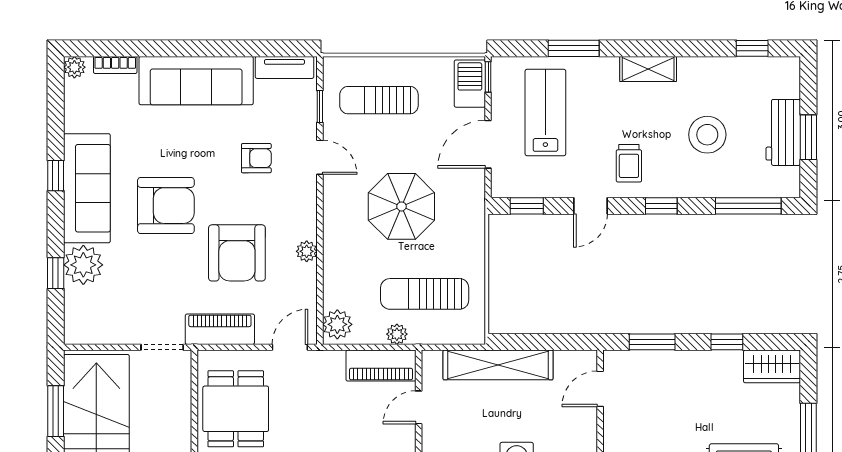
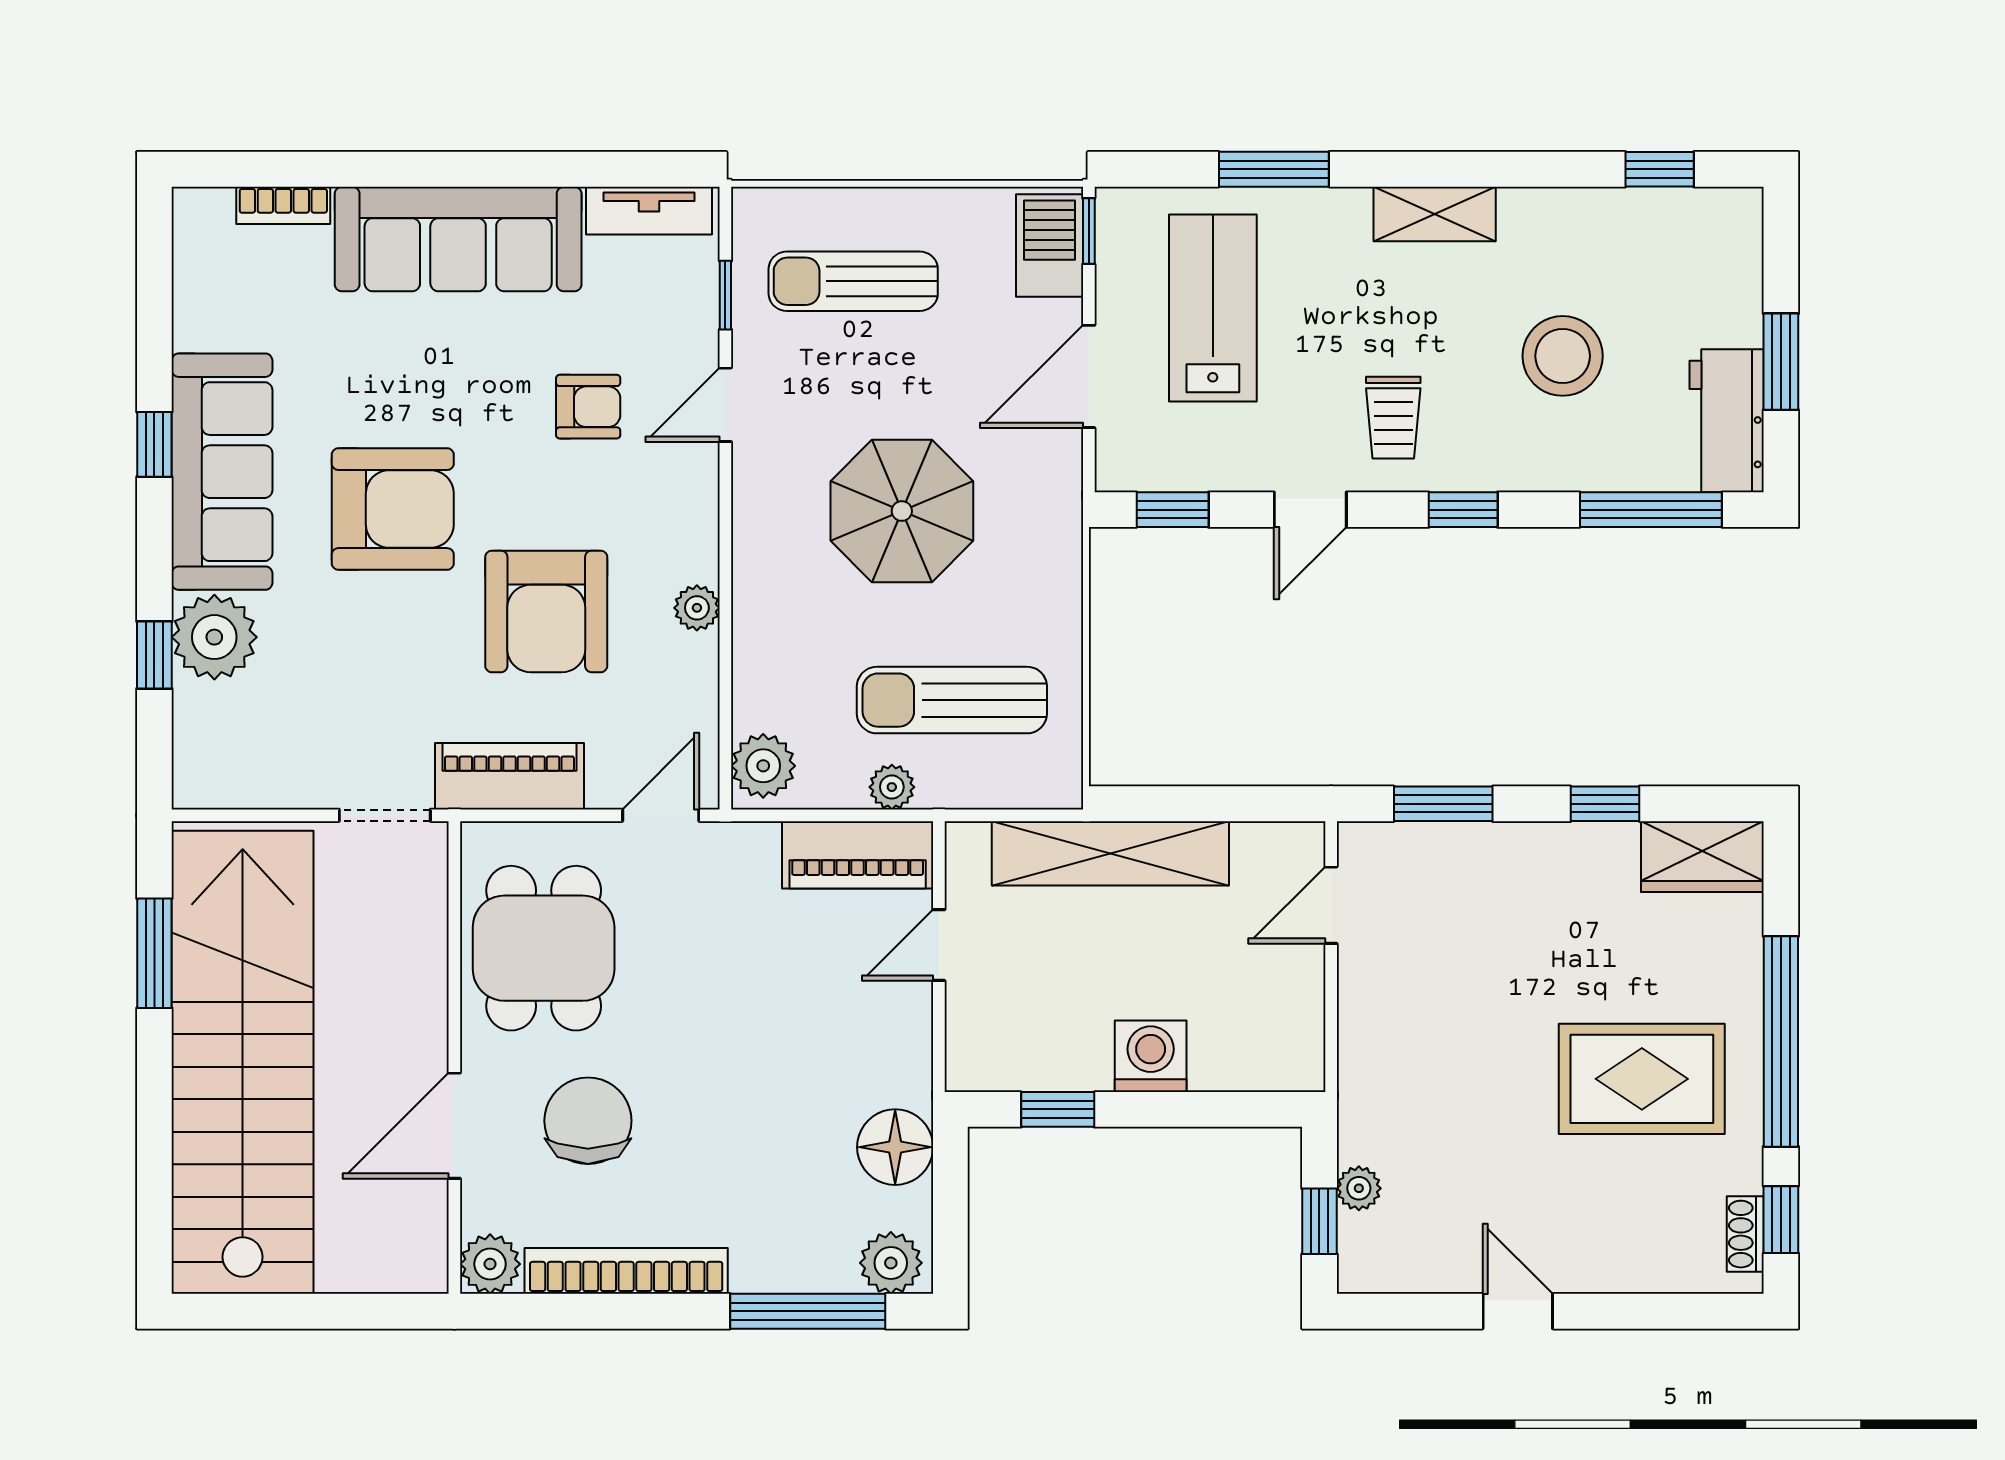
plant: (74, 67) -> (195, 210), removed
workbench: (783, 132) -> (1727, 421), moved
door: (320, 157) -> (725, 405), swing flipped

